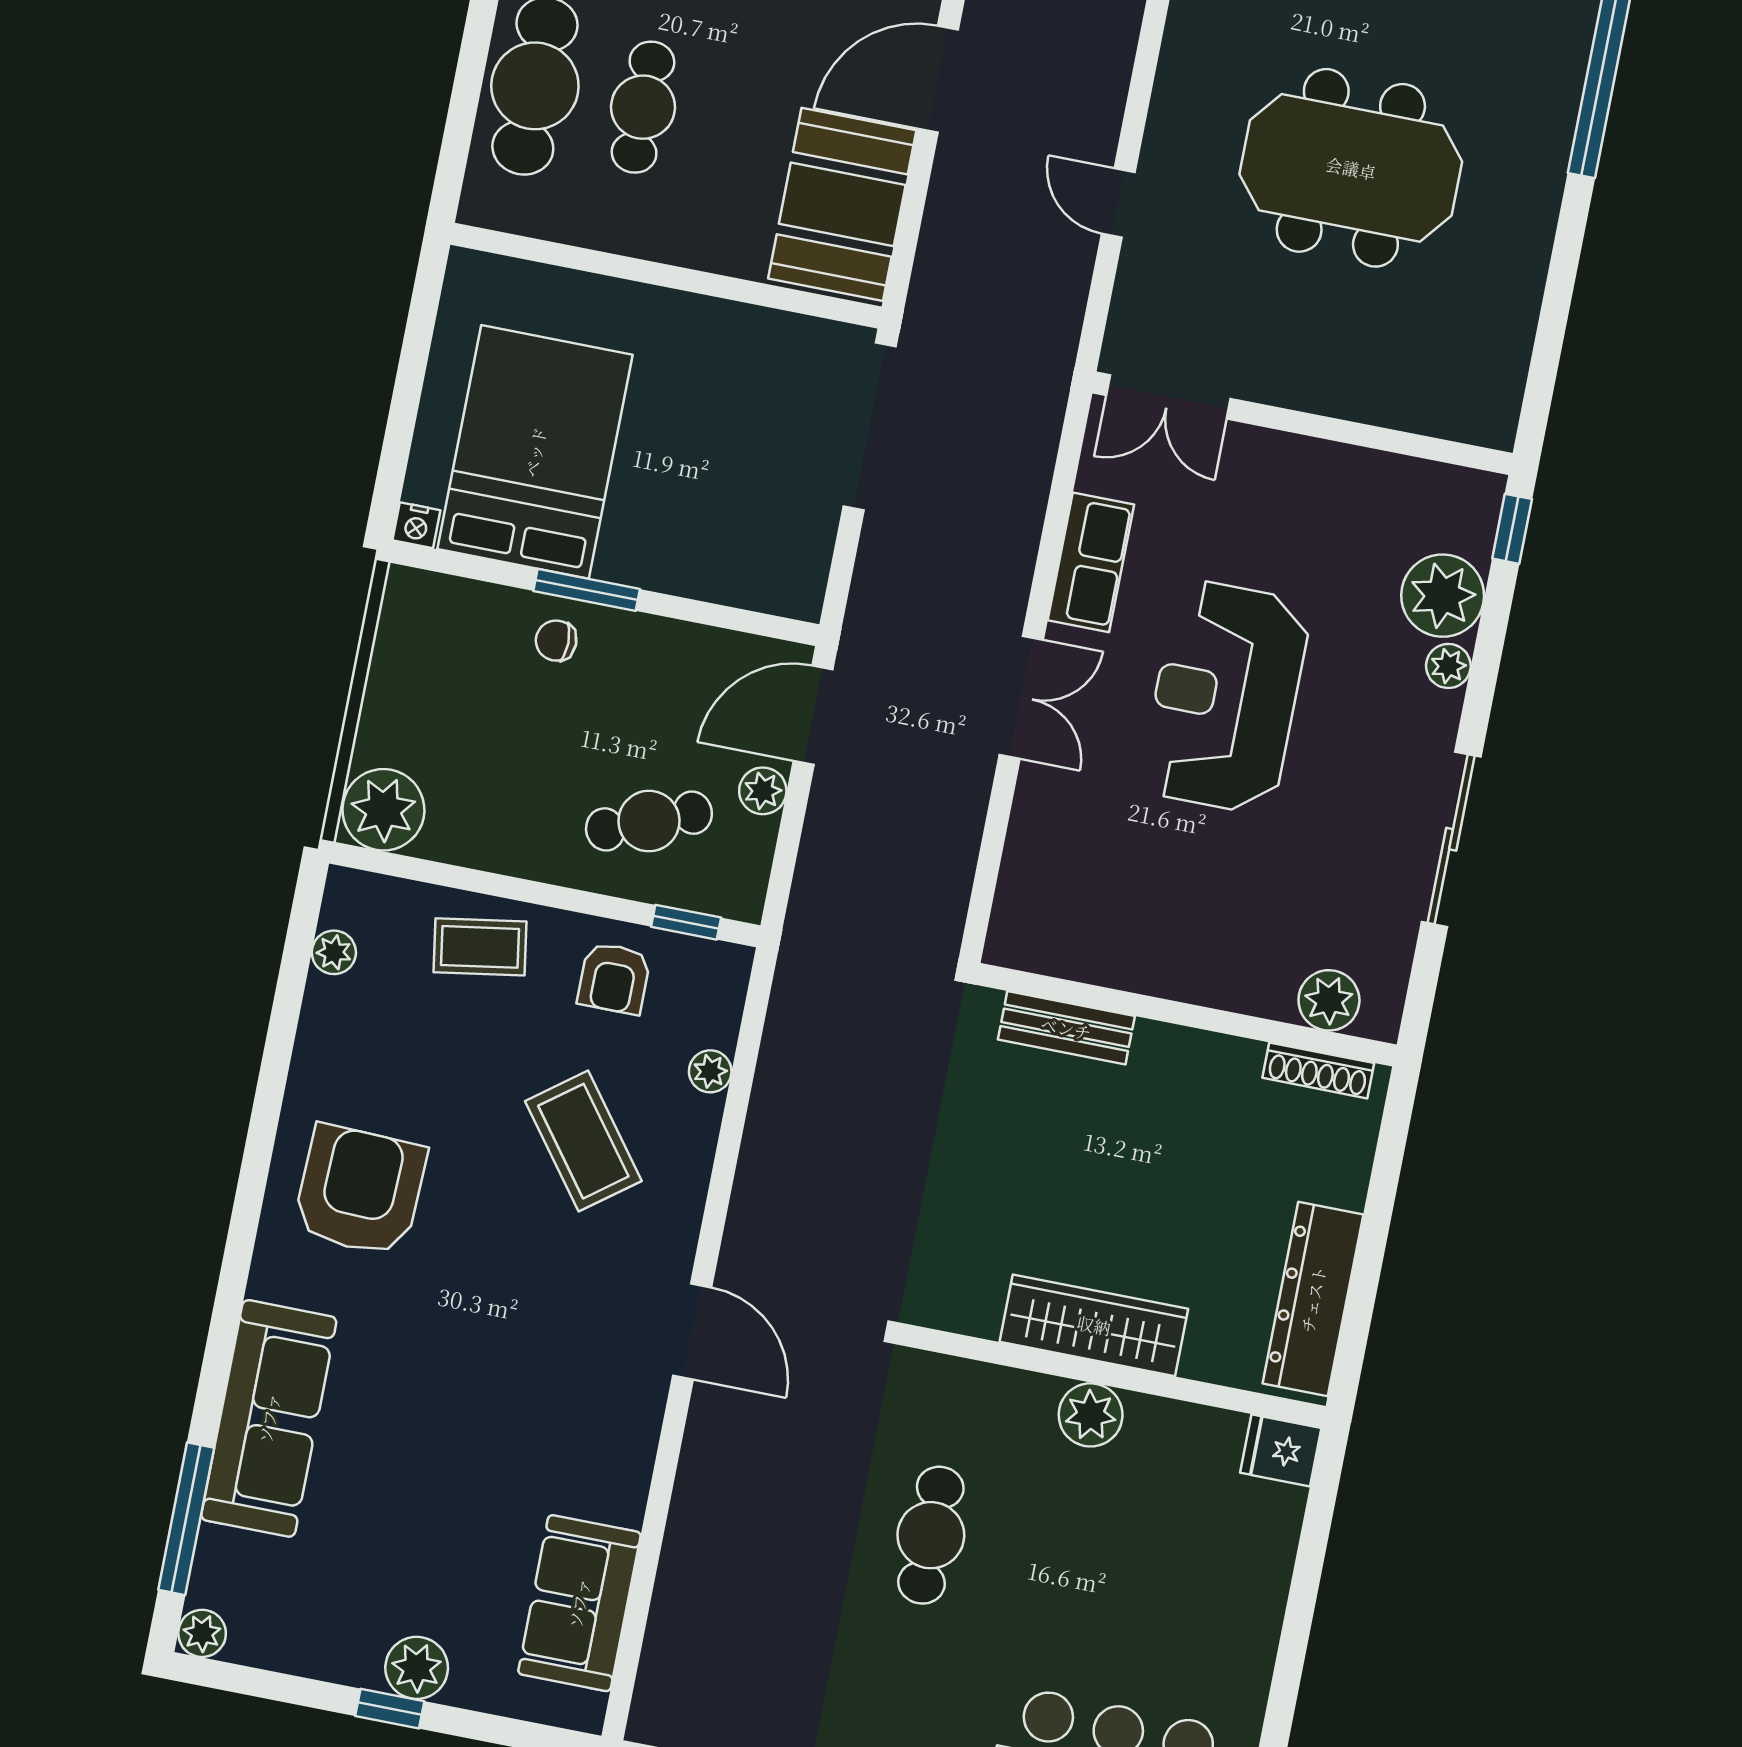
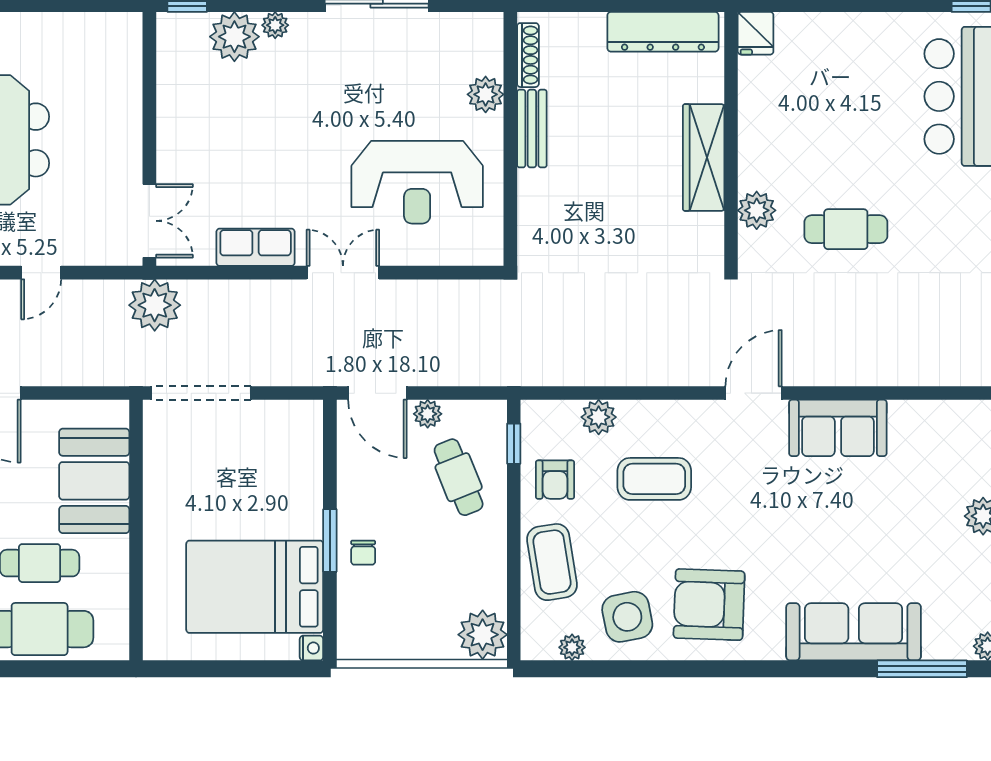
booth: (842, 204) -> (94, 481), moved, turned 90
plant: (1028, 379) -> (155, 305), added
reception desk: (1225, 697) -> (417, 182), moved
coffee table: (480, 947) -> (552, 562), width x1.36, depth x1.30
armchair: (614, 978) -> (555, 480), turned 90
plant: (1329, 1000) -> (486, 94), moved
bench: (1066, 1028) -> (532, 129), moved
side table: (366, 1053) -> (627, 617), added
plant: (710, 1071) -> (599, 417), width x1.38, depth x1.38
coffee table: (583, 1141) -> (654, 479), turned 37
plant: (1091, 1415) -> (757, 210), moved
sofa: (579, 1603) -> (838, 428), moved

